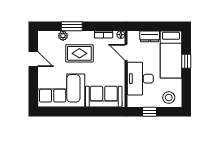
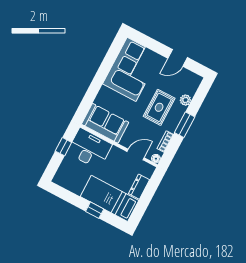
window: (72, 26) -> (185, 125), moved
desk: (140, 79) -> (89, 149), moved
sofa: (104, 97) -> (105, 123), moved, turned -90
stool: (169, 98) -> (68, 173), removed

